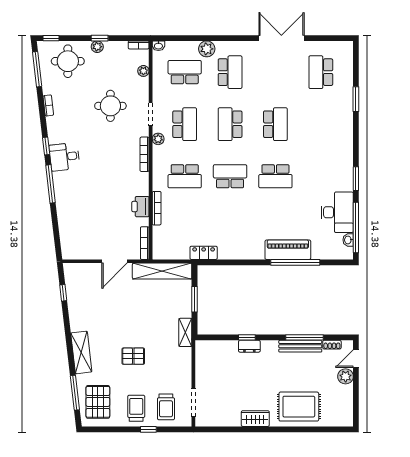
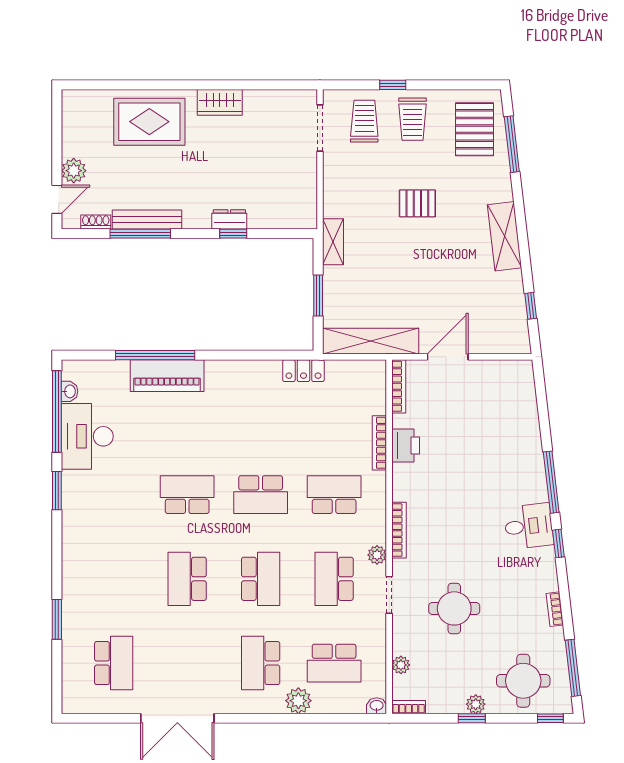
shelving: (81, 352) -> (505, 236), moved

